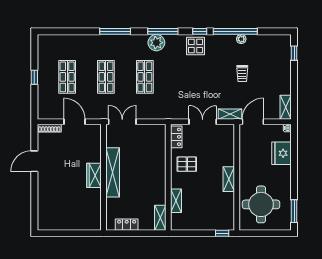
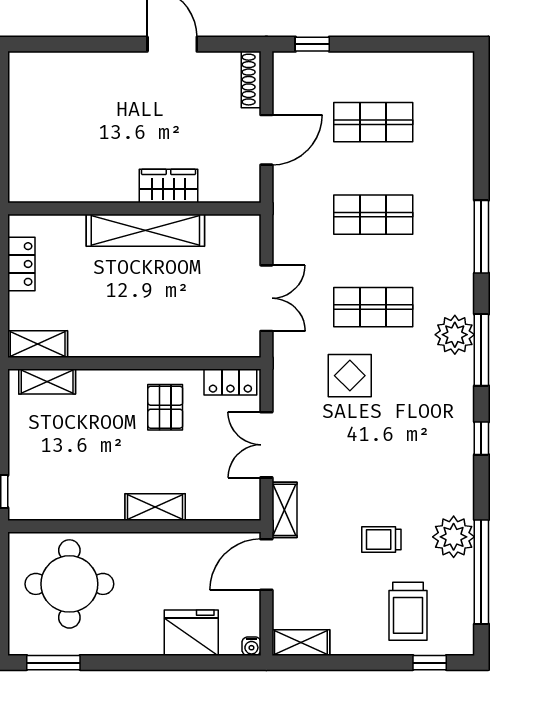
window: (235, 31) -> (481, 572), moved
plant: (241, 39) -> (454, 537), width x1.88, depth x1.88
display table: (195, 46) -> (350, 376), moved
trolley: (273, 62) -> (408, 611), added
window: (34, 77) -> (312, 44), moved
double door: (122, 122) -> (266, 298), moved
double door: (203, 122) -> (266, 445), swing flipped
door: (253, 122) -> (266, 565), swing flipped
wardrobe: (94, 175) -> (168, 186), moved
shelving: (229, 179) -> (155, 507), moved
shelving: (176, 201) -> (47, 382), moved

